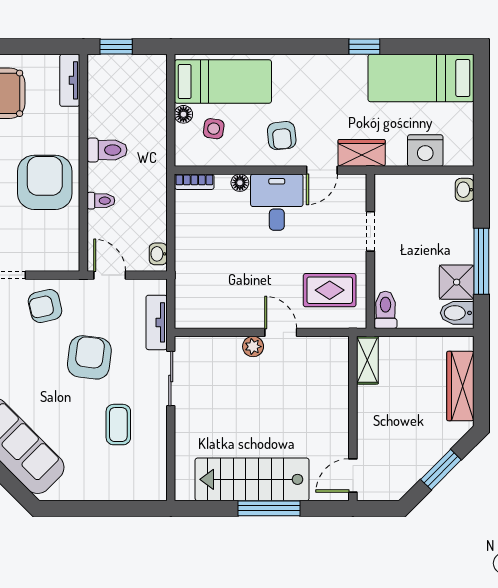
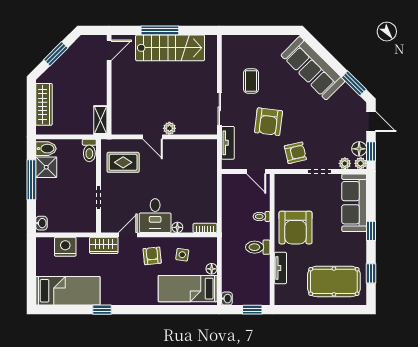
tv unit: (70, 80) -> (280, 268), moved
side table: (214, 129) -> (182, 255), moved
washbasin: (158, 254) -> (227, 299), moved

